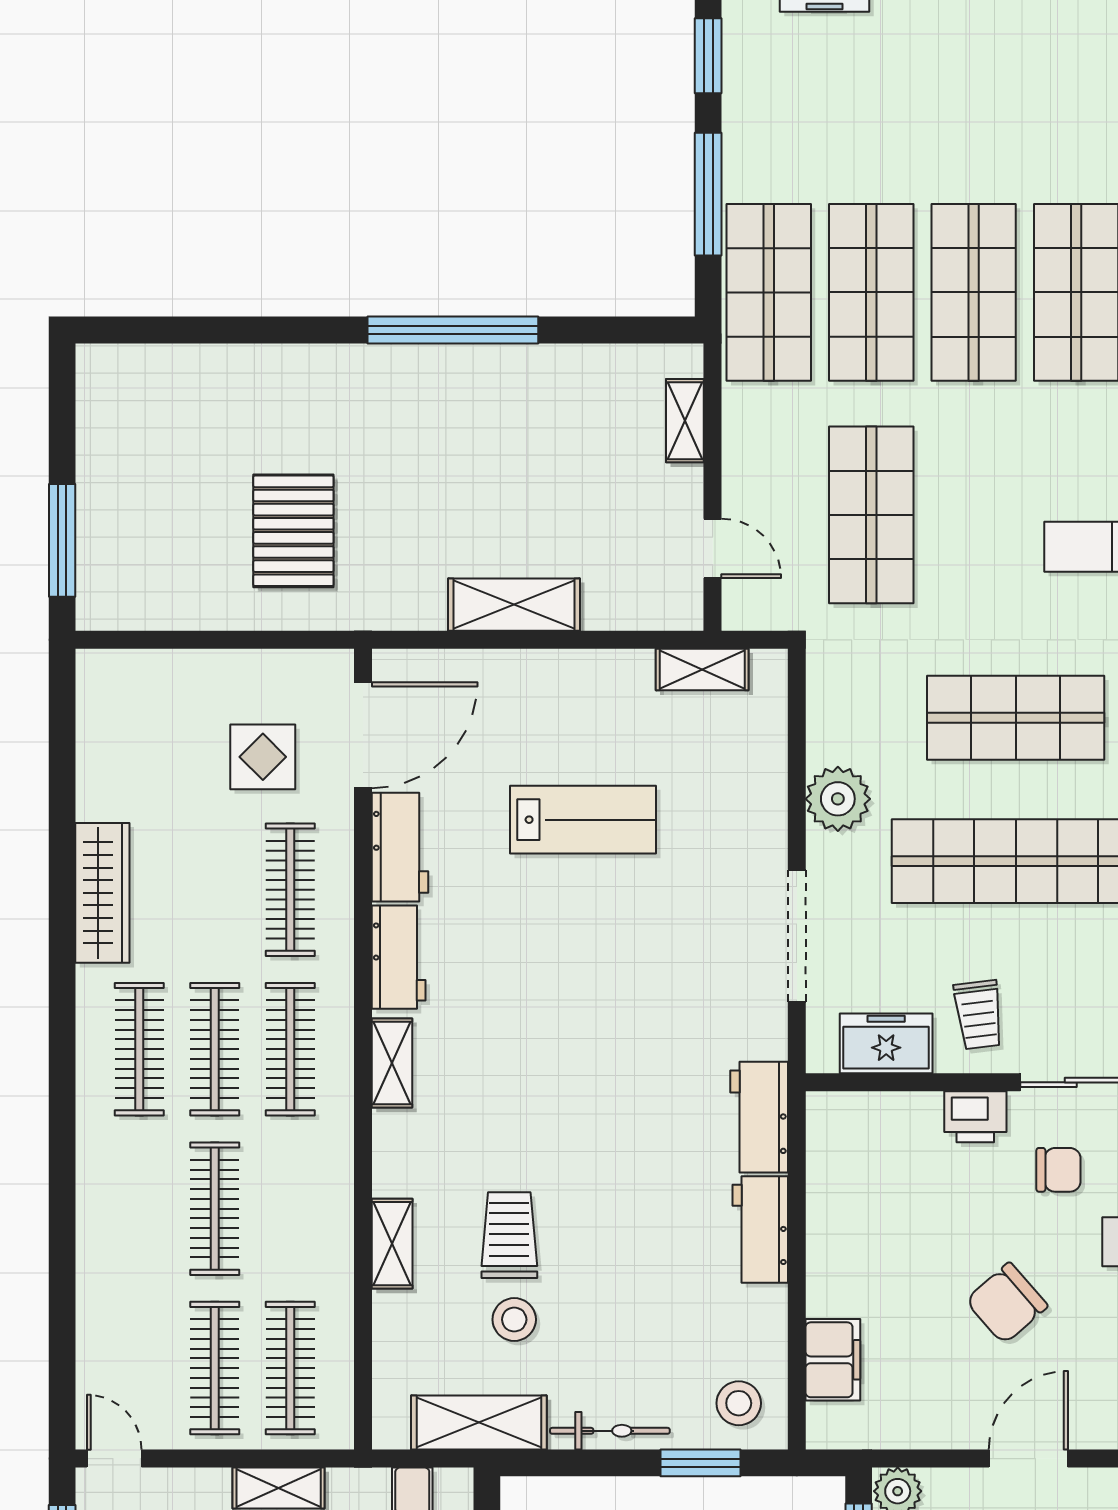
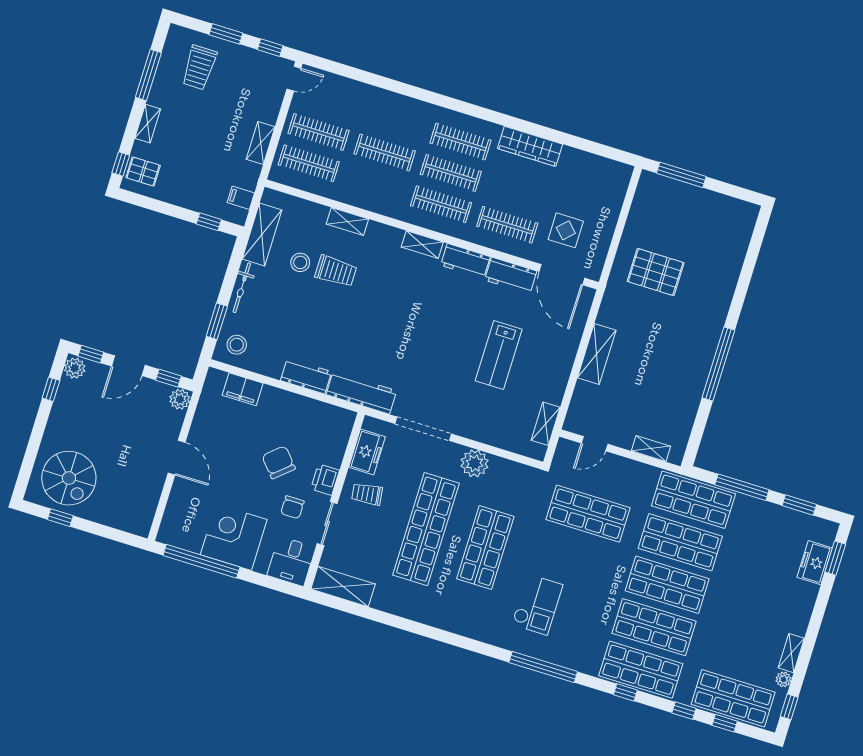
workbench: (759, 1117) -> (361, 393), width x1.38
chair: (1007, 1303) -> (279, 462), moved

